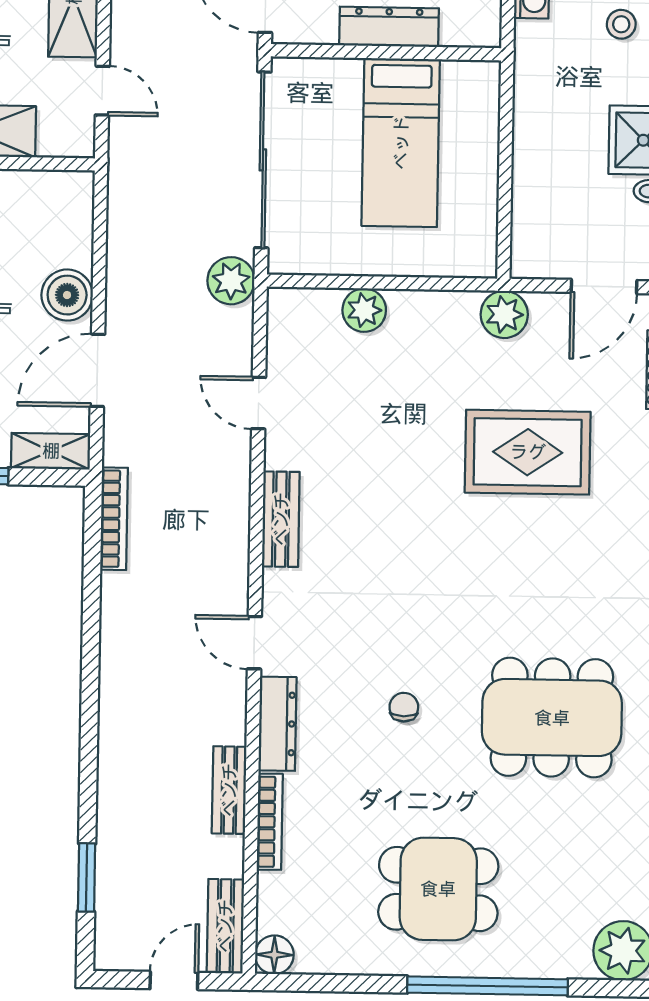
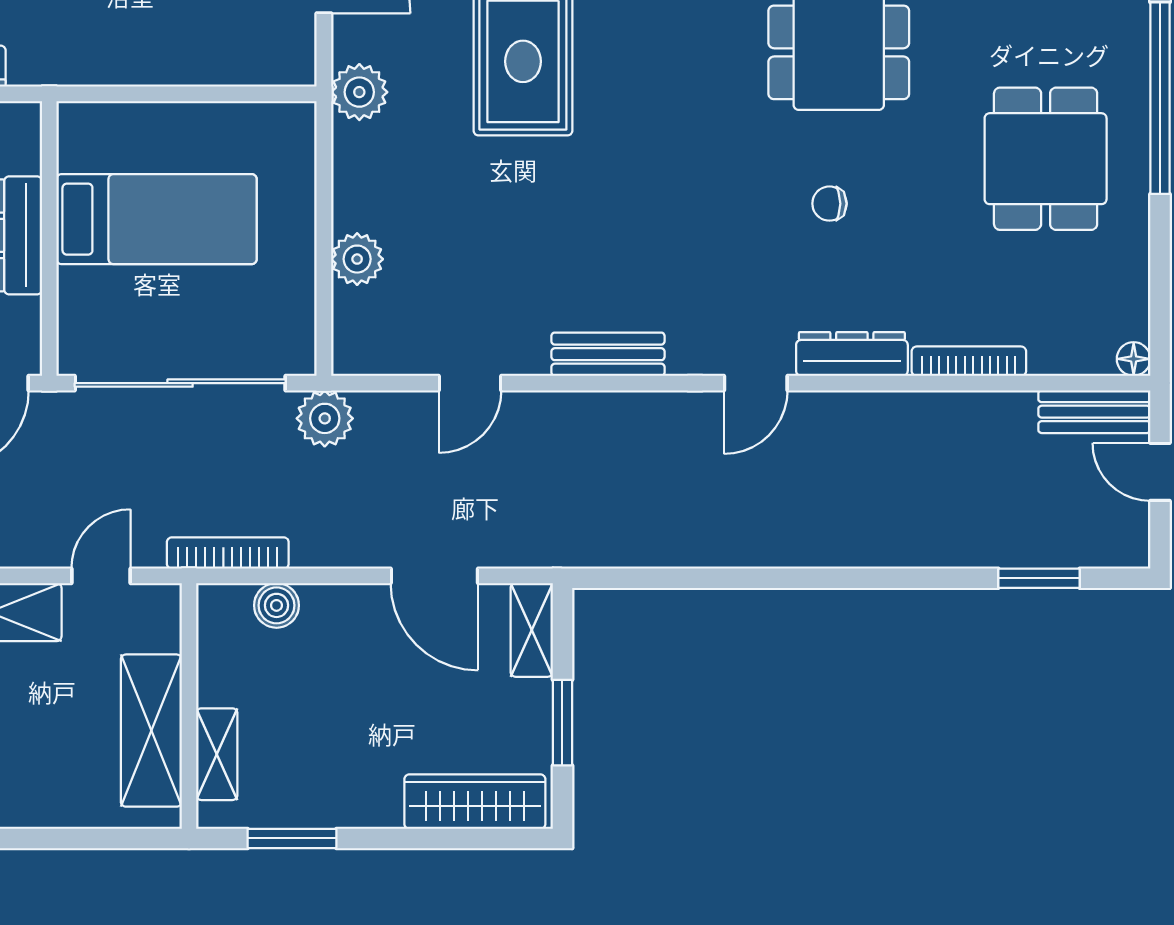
boiler: (67, 295) -> (277, 605), moved, width x0.73, depth x0.73
bookcase: (114, 519) -> (228, 553), moved
bench: (229, 790) -> (932, 410), removed
floor lamp: (274, 955) -> (1134, 359), width x0.73, depth x0.73

